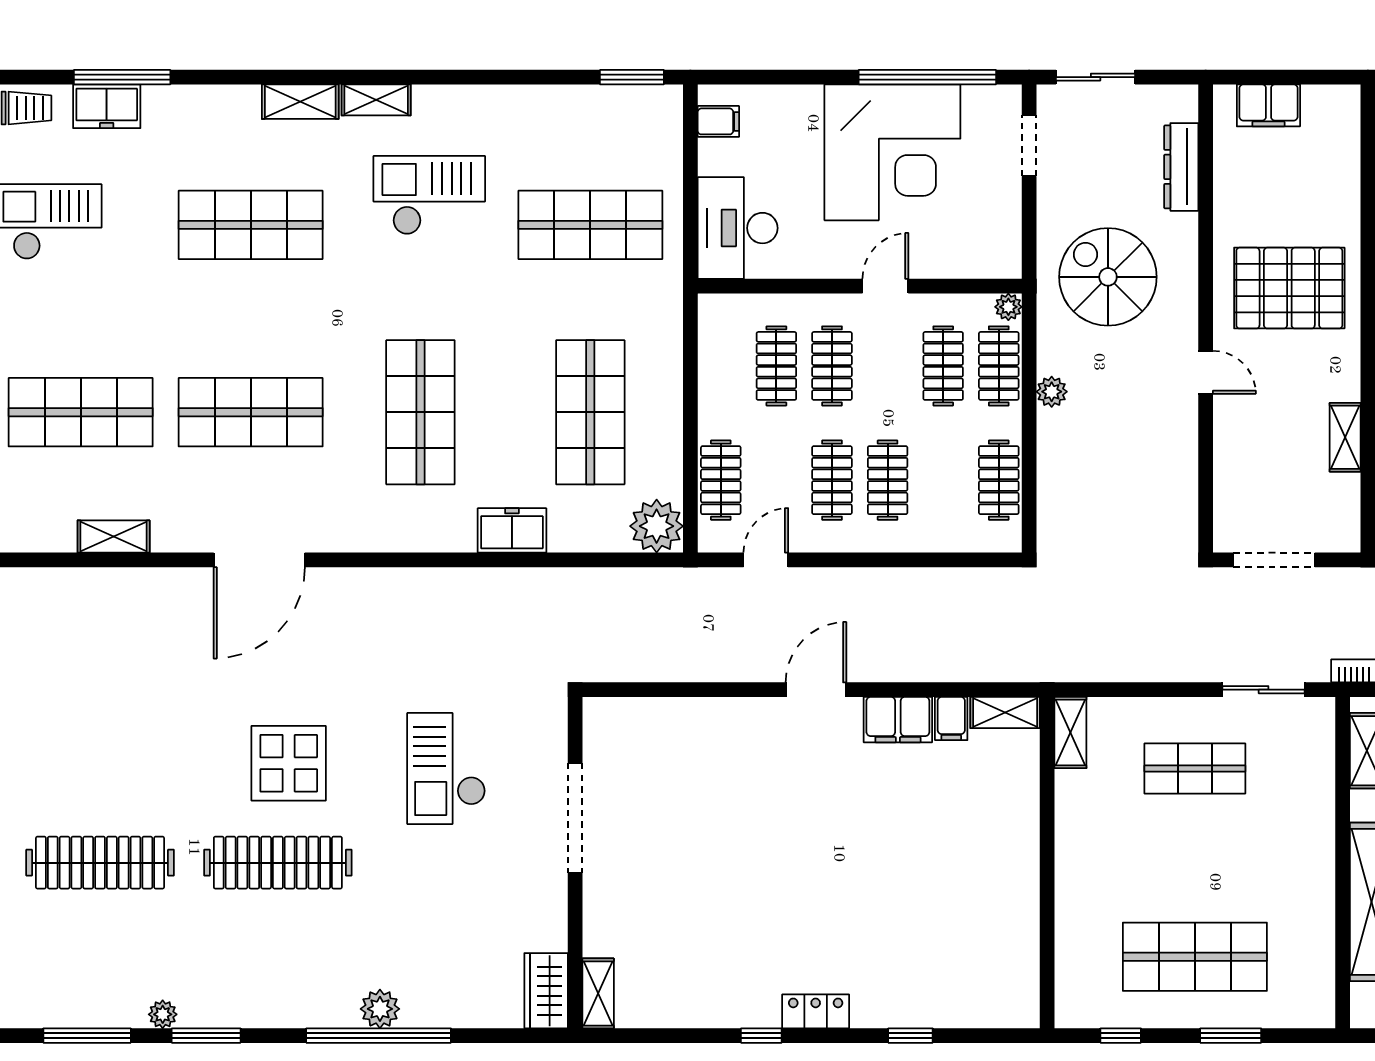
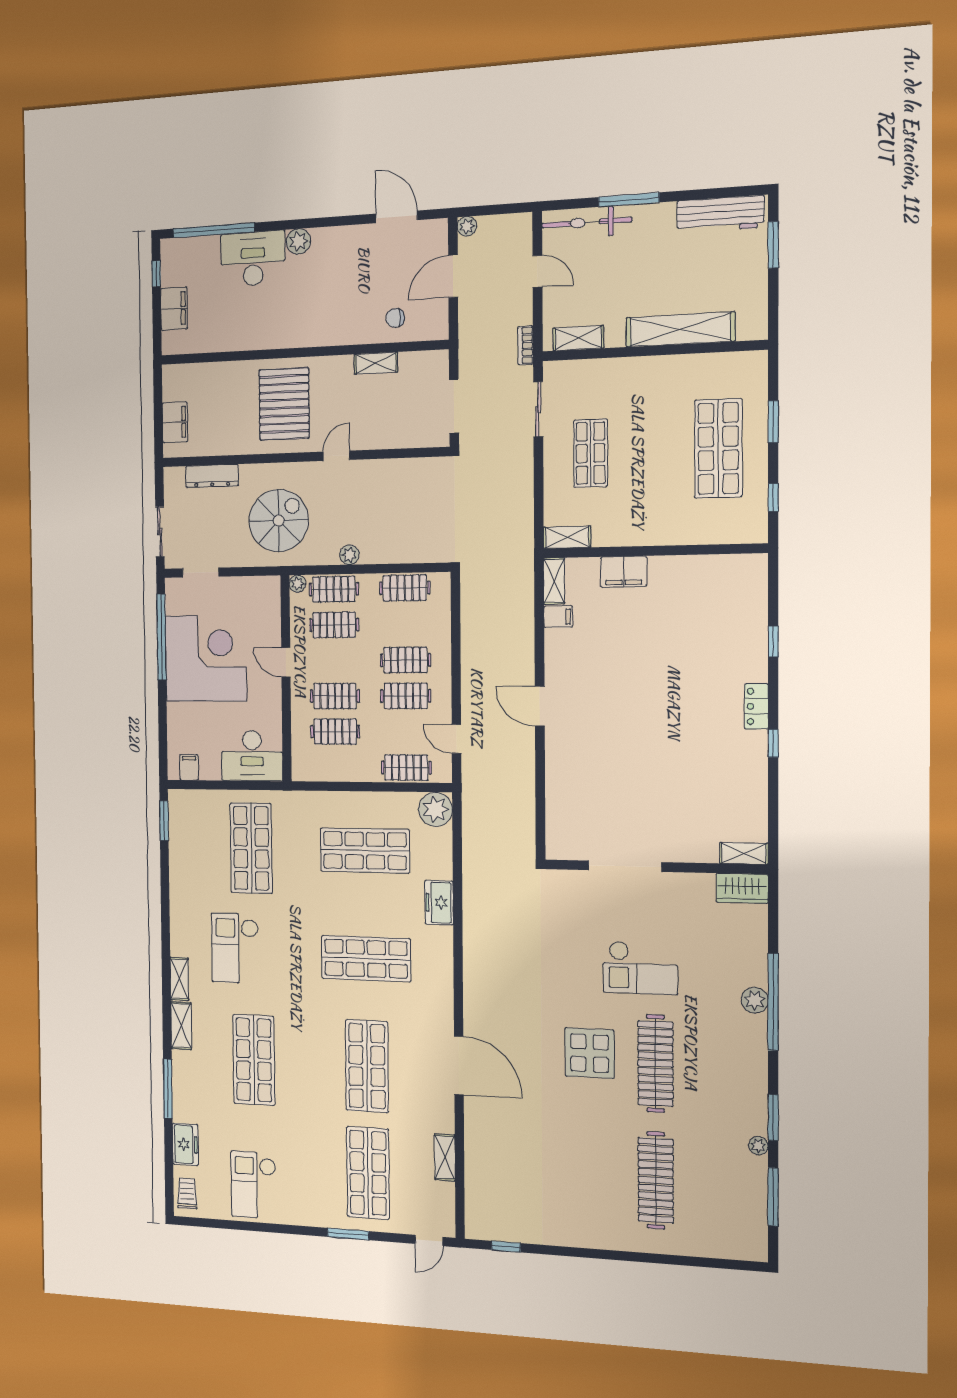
window: (122, 77) -> (168, 1089), moved
spiral stairs: (1108, 277) -> (279, 521), turned 180
filing cabinet: (898, 720) -> (624, 572), moved, turned 90
checkout: (446, 769) -> (640, 968), moved

